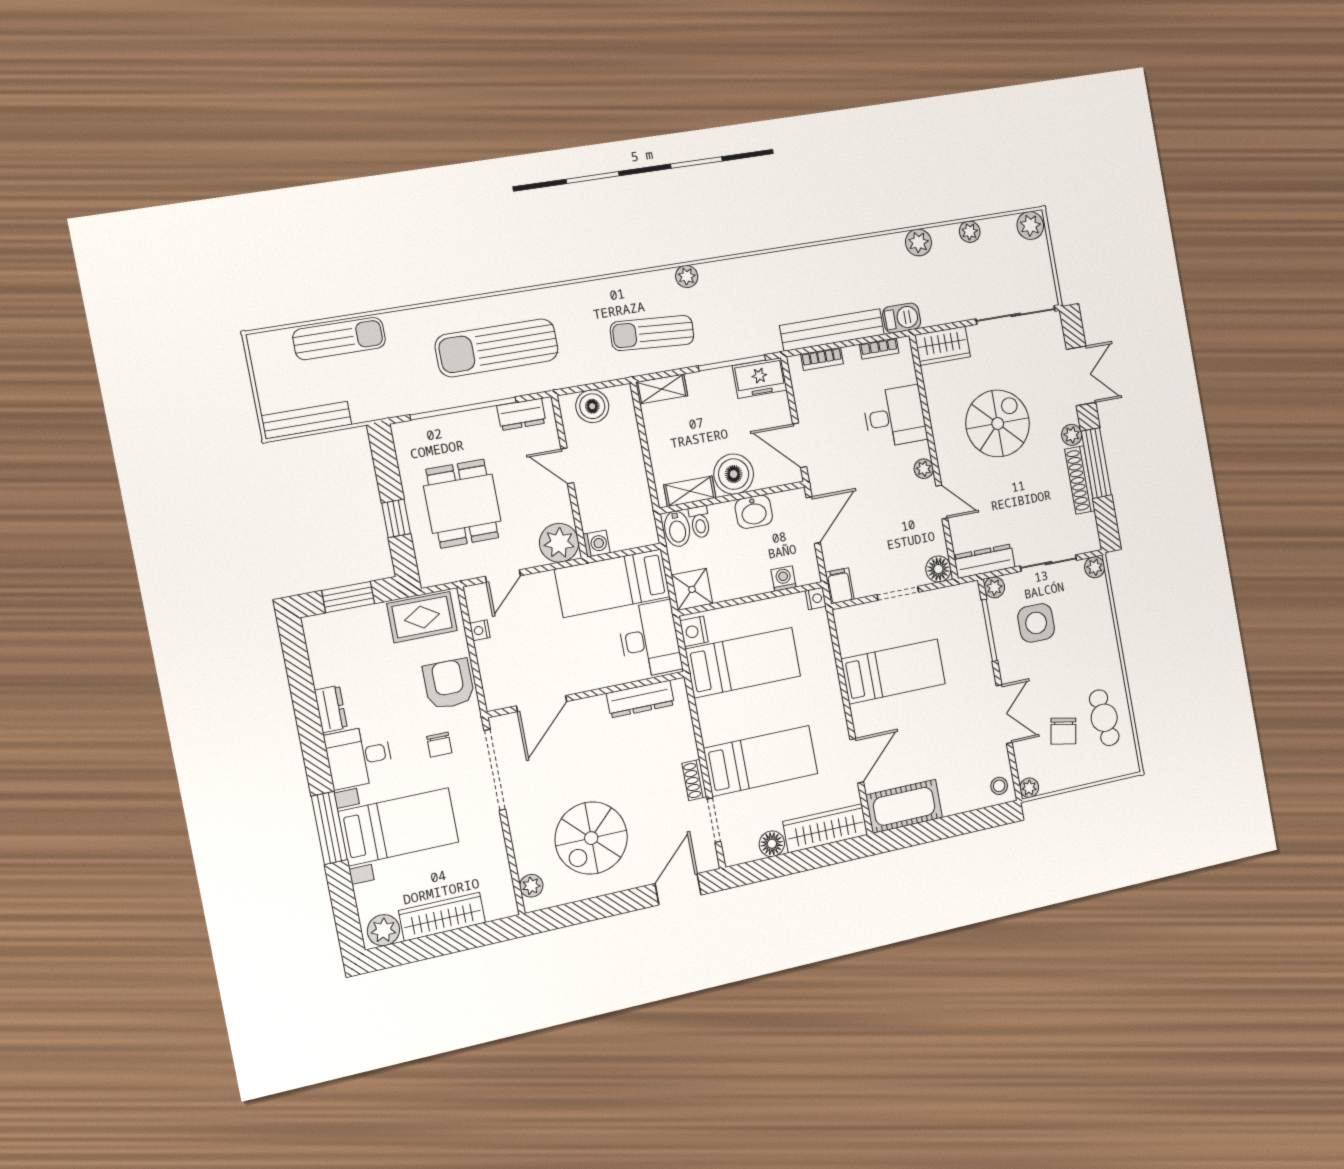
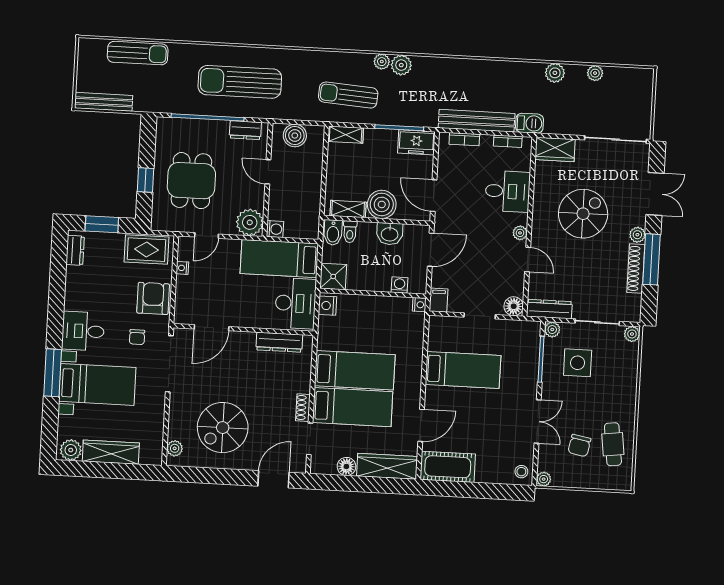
plant: (1030, 225) -> (401, 65), moved
bed: (743, 663) -> (355, 370), moved
dresser: (331, 709) -> (75, 250), moved

